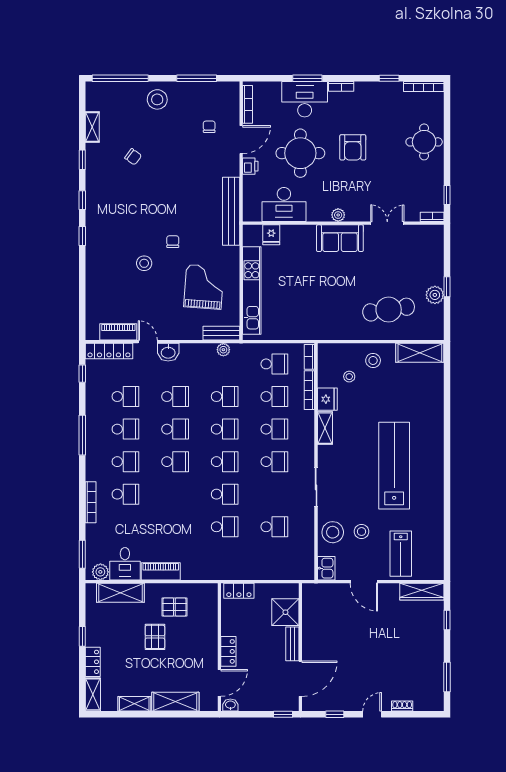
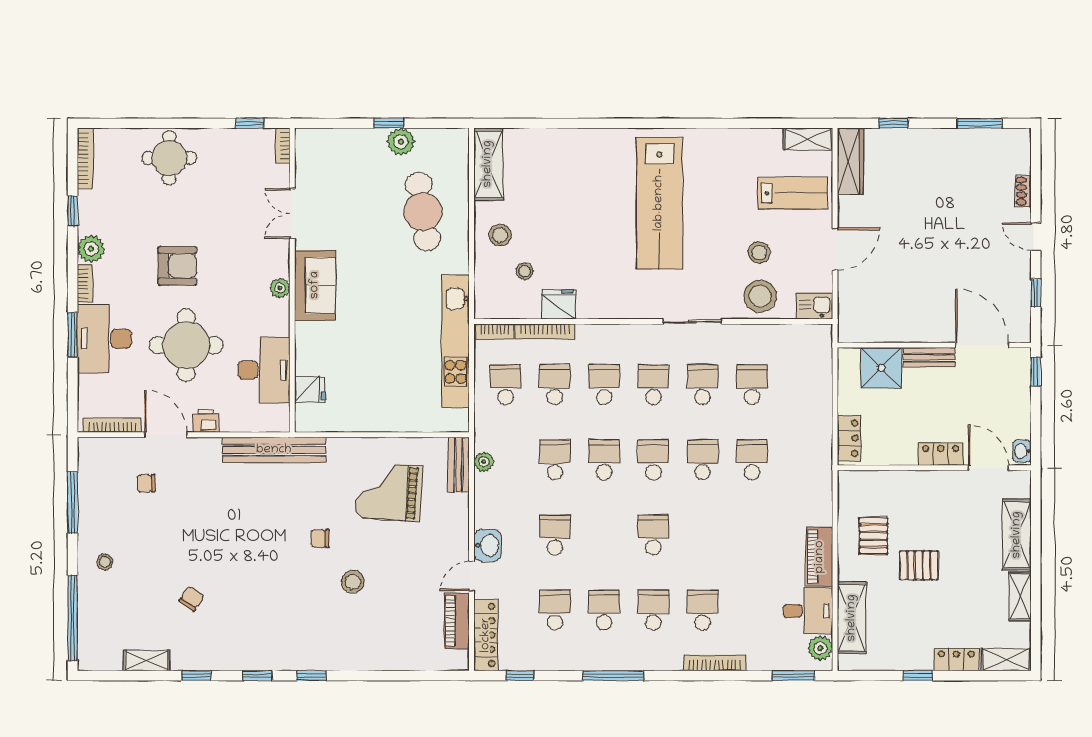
plant: (364, 90) -> (91, 249), added
stool: (157, 99) -> (105, 562), width x0.53, depth x0.53
kitchen unit: (252, 291) -> (456, 341), moved, turned -90
shelving: (325, 428) -> (808, 139), moved
school desk: (175, 429) -> (703, 385), moved
lab bench: (394, 466) -> (659, 203), turned -90

